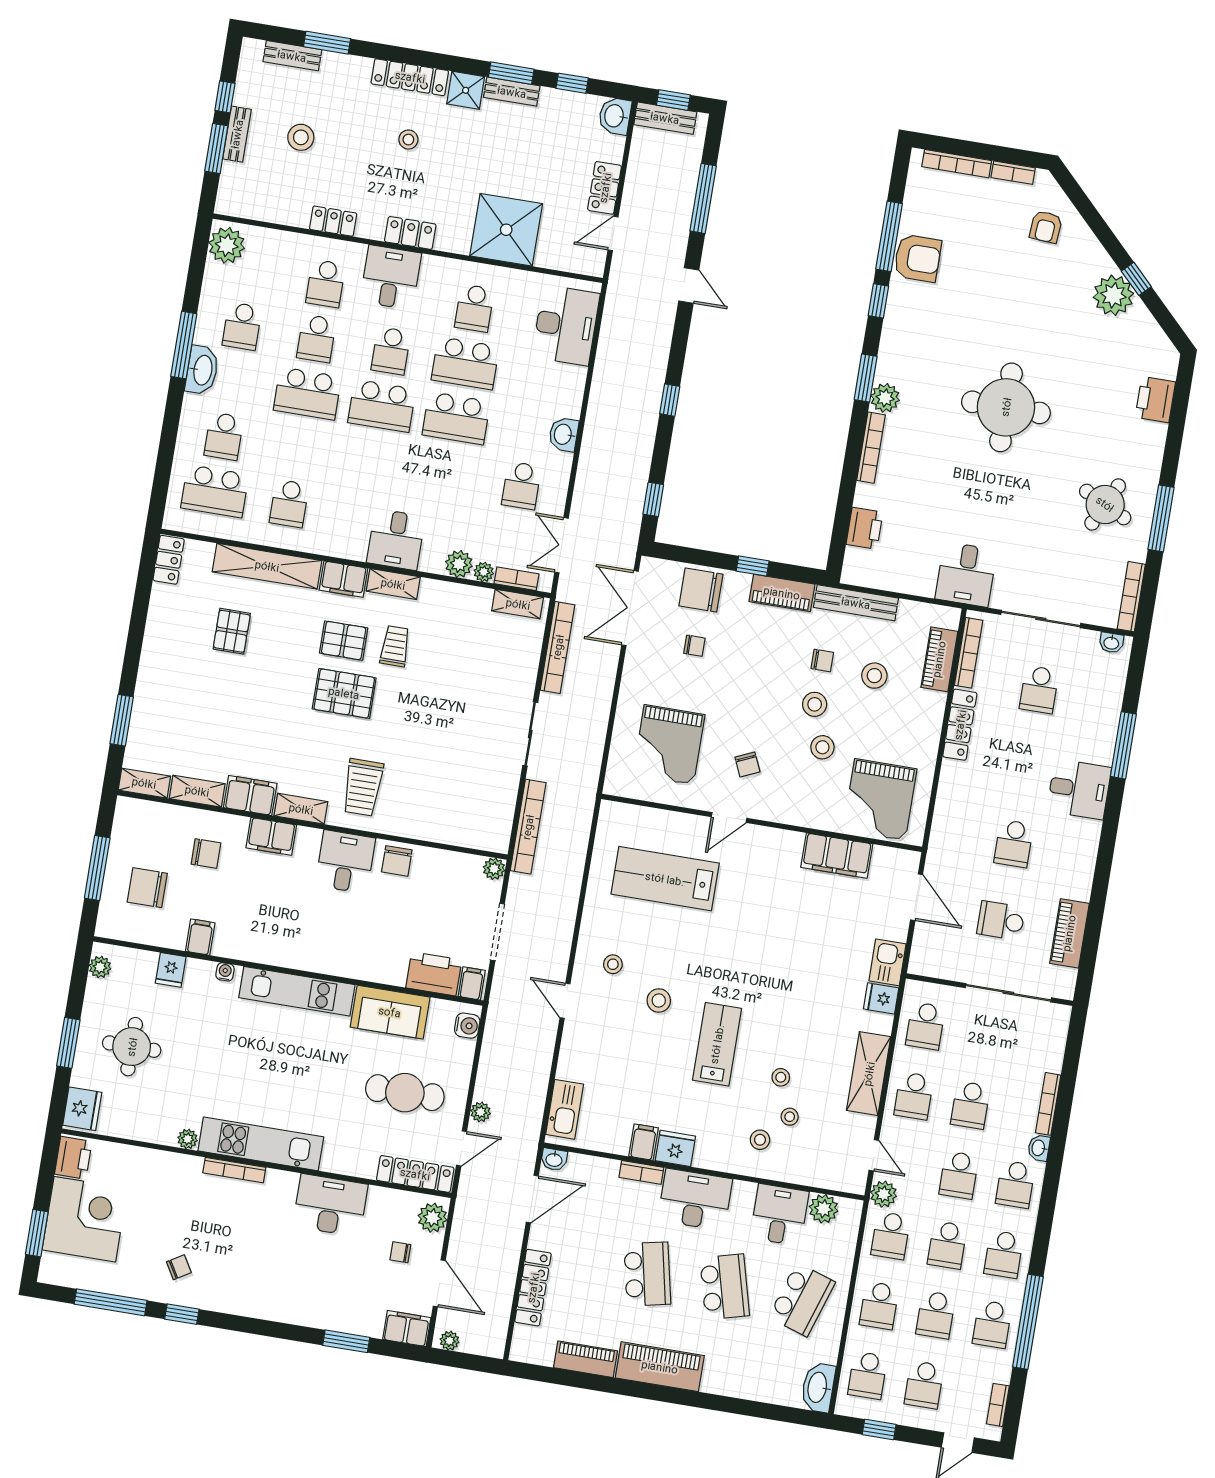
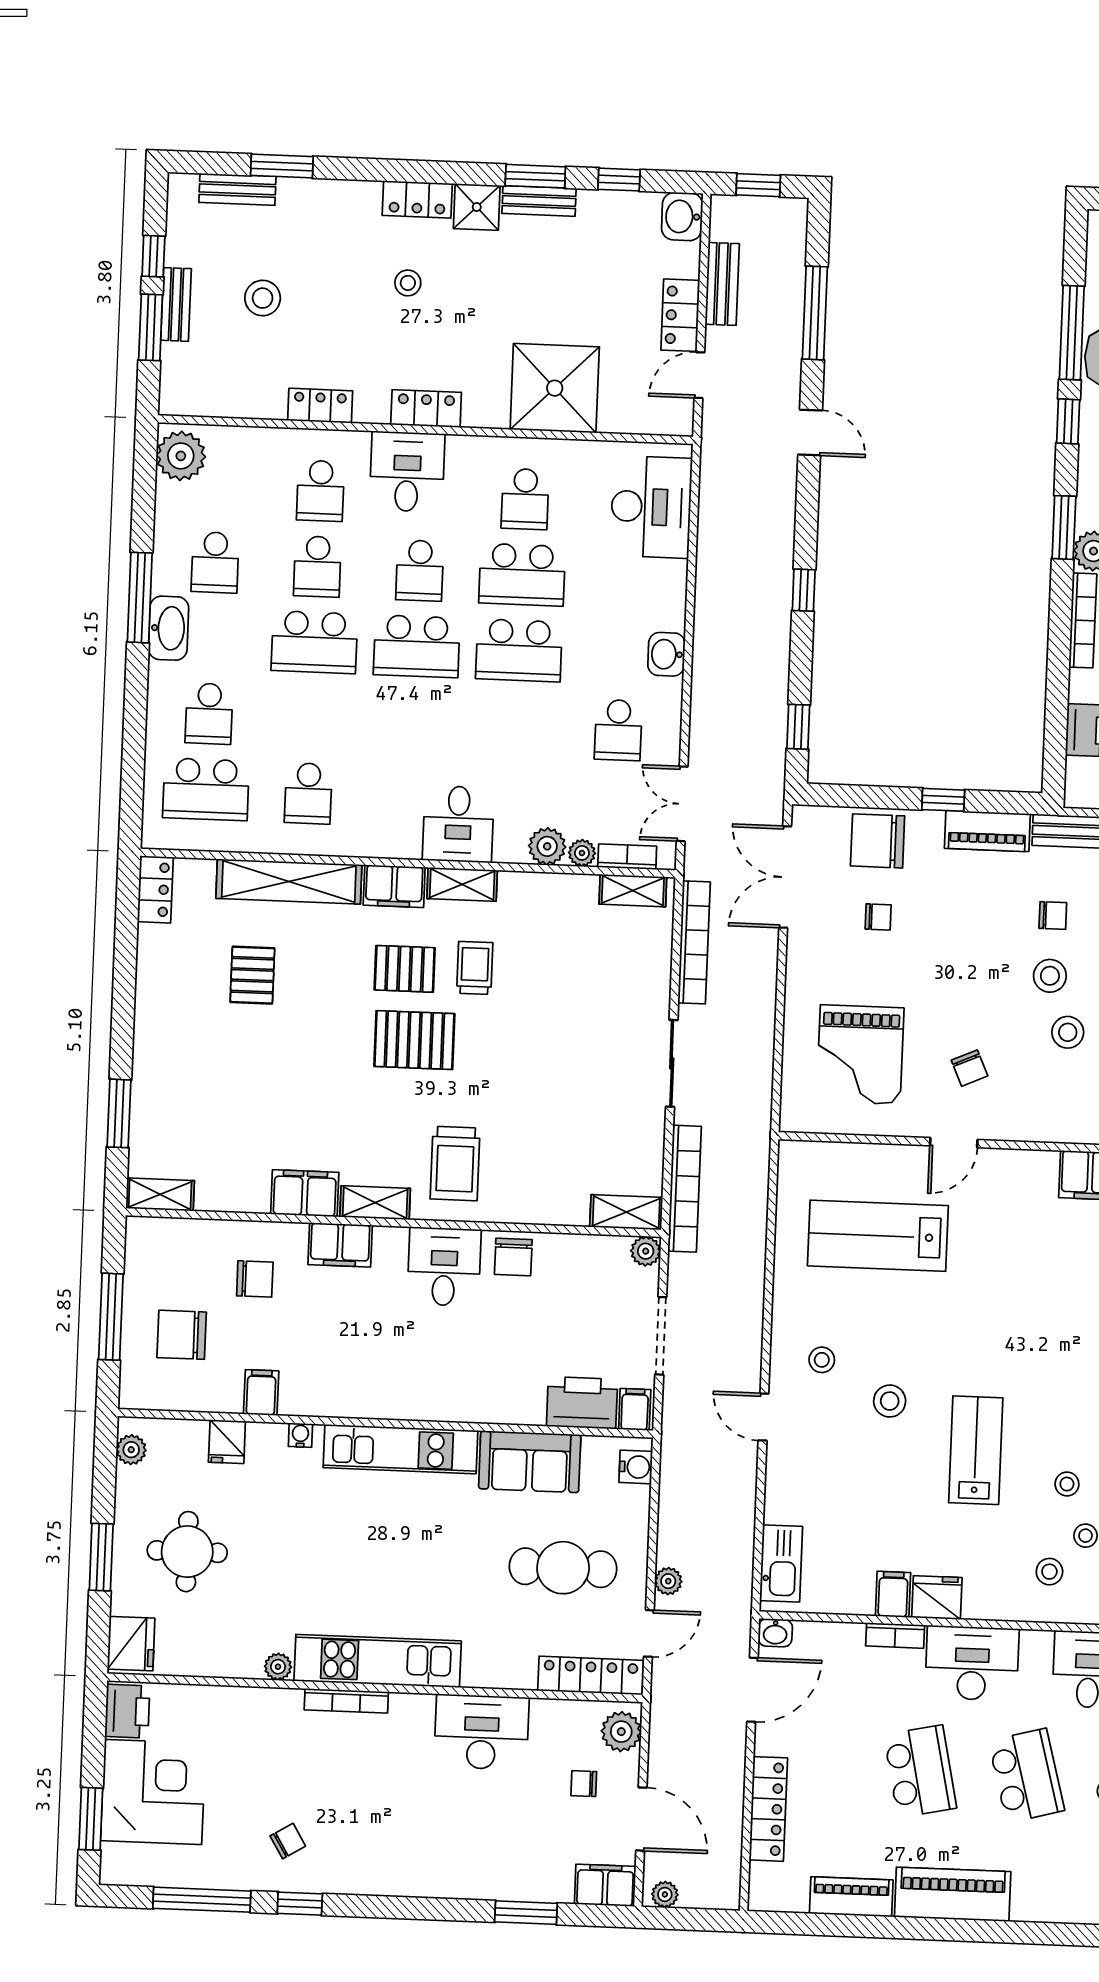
locker: (410, 77) -> (417, 199), width x0.66
bench: (665, 118) -> (722, 284), moved, turned 90
shelving: (197, 791) -> (626, 1212), moved

